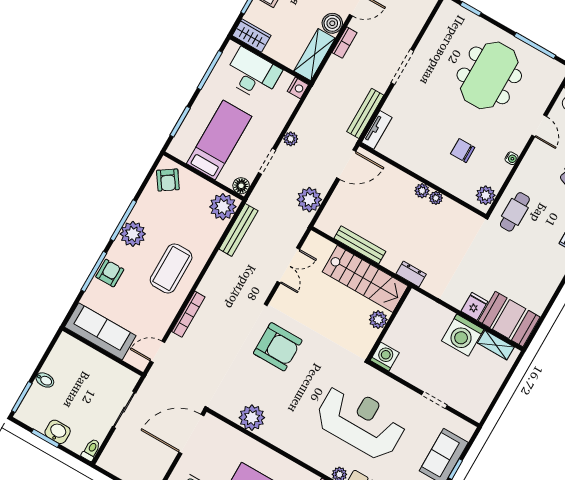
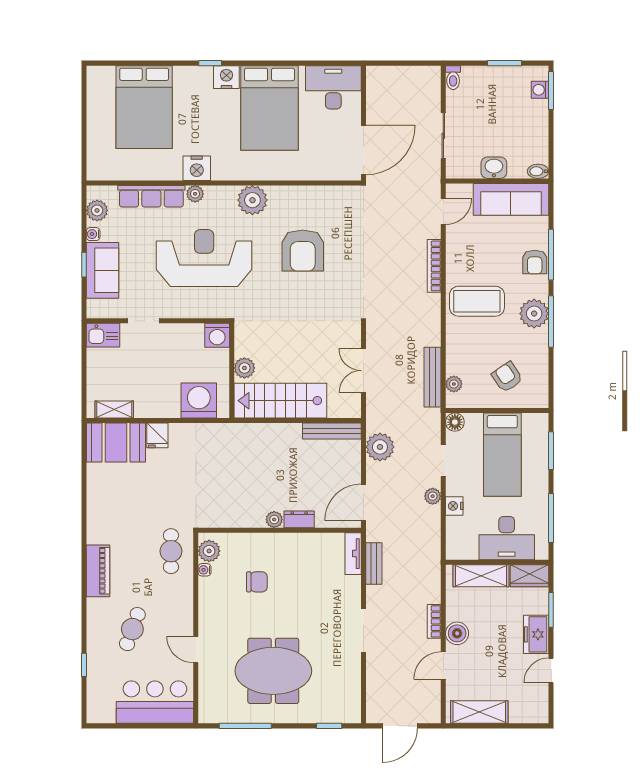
shelving: (315, 55) -> (481, 576), moved, turned 90
meeting table: (489, 75) -> (273, 671), turned 90
nightstand: (298, 88) -> (454, 506), moved
bench: (365, 113) -> (374, 563), width x0.73
water cooler: (512, 158) -> (205, 570), moved
armchair: (168, 180) -> (507, 377), moved
plant: (436, 198) -> (257, 520), removed
plant: (223, 207) -> (454, 384), width x0.53, depth x0.53
bench: (360, 245) -> (332, 431), moved
coffee table: (171, 268) -> (477, 301), turned 90
dresser: (411, 274) -> (299, 519), moved, turned 180
washing machine: (463, 335) -> (199, 400), moved
armchair: (278, 347) -> (303, 251), moved, turned -90
bidet: (45, 380) -> (538, 171), moved
washing machine: (30, 402) -> (540, 90), added
kitchen sink: (472, 407) -> (103, 335), added
plant: (252, 418) -> (252, 200), moved
reception desk: (361, 421) -> (204, 258), turned 180
washbasin: (58, 432) -> (494, 168), moved, turned 180

